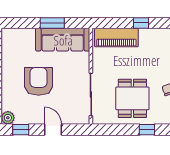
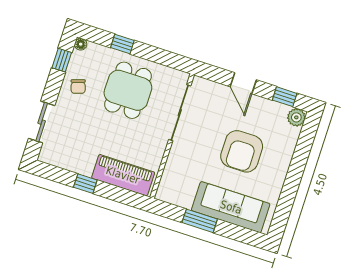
sofa: (63, 40) -> (231, 207), moved

